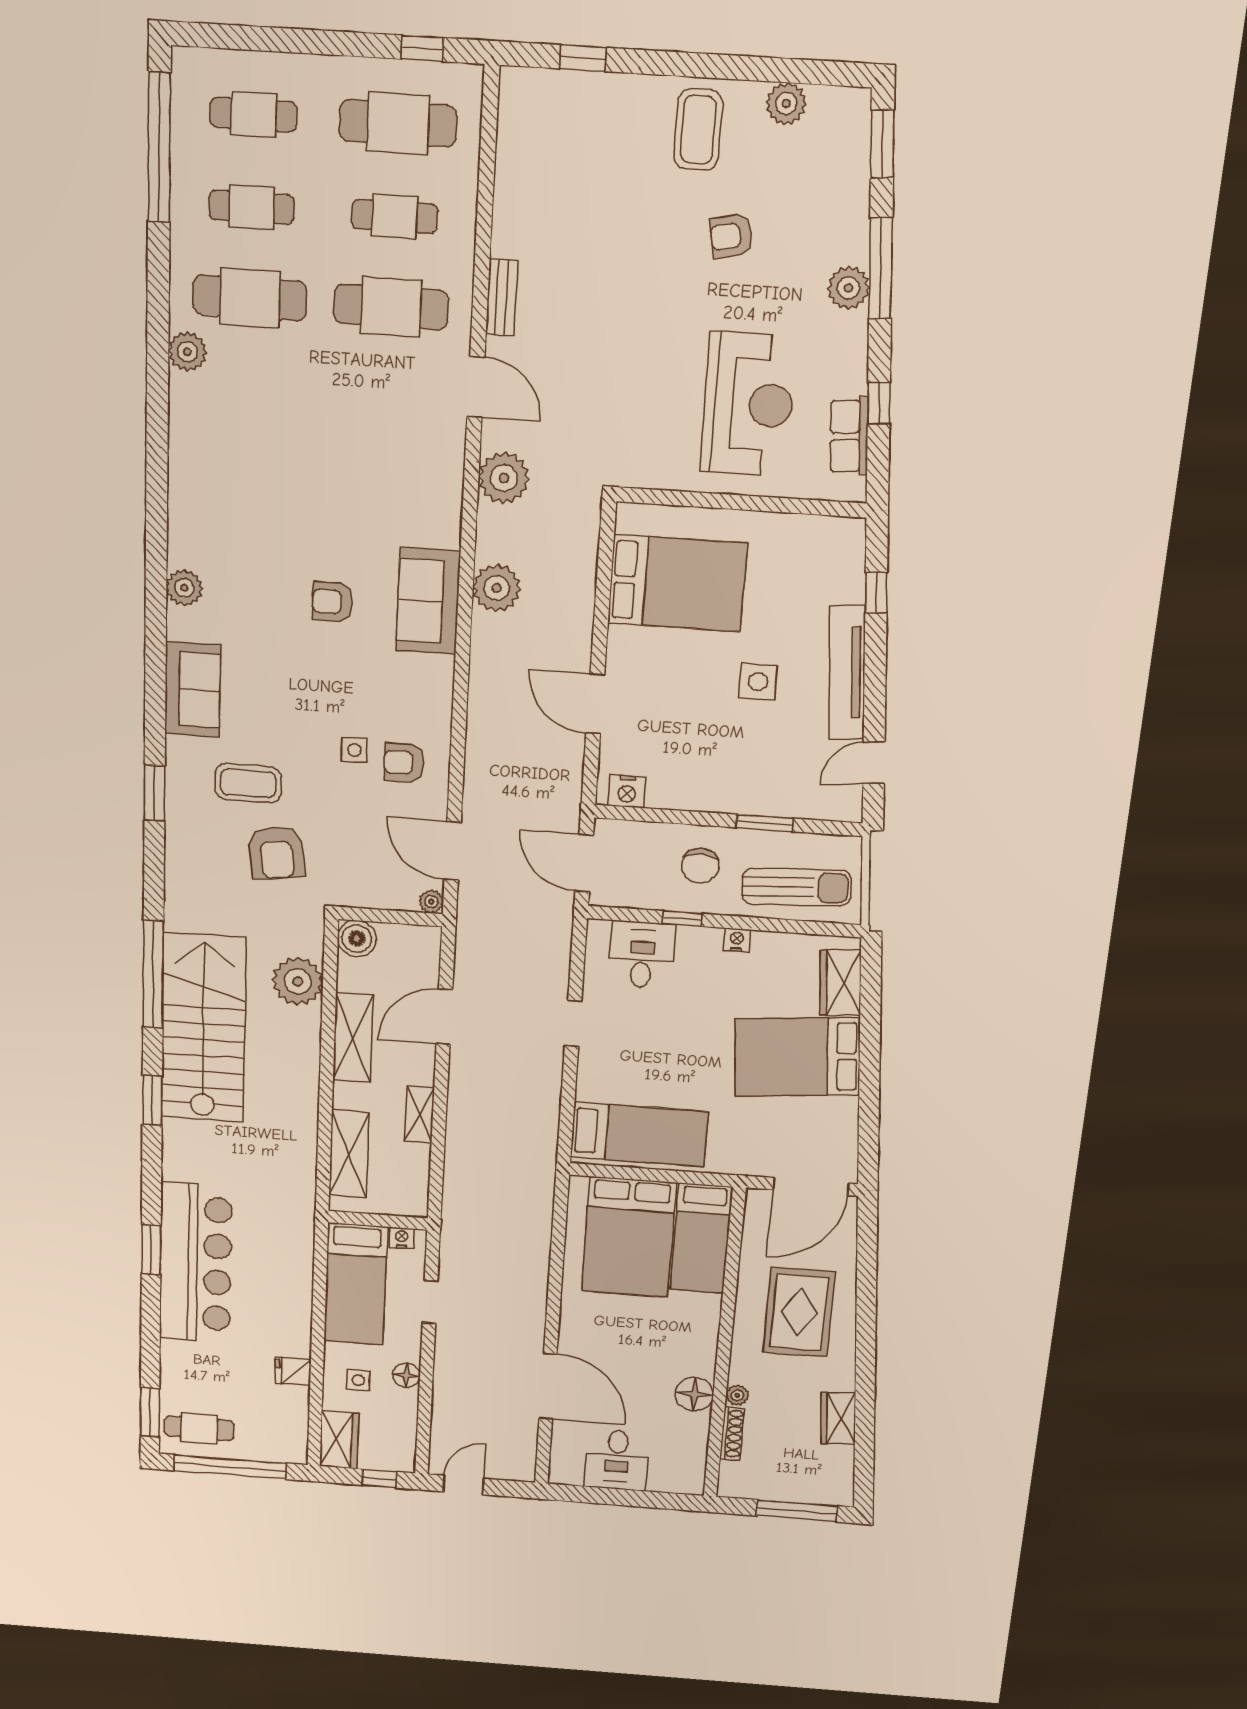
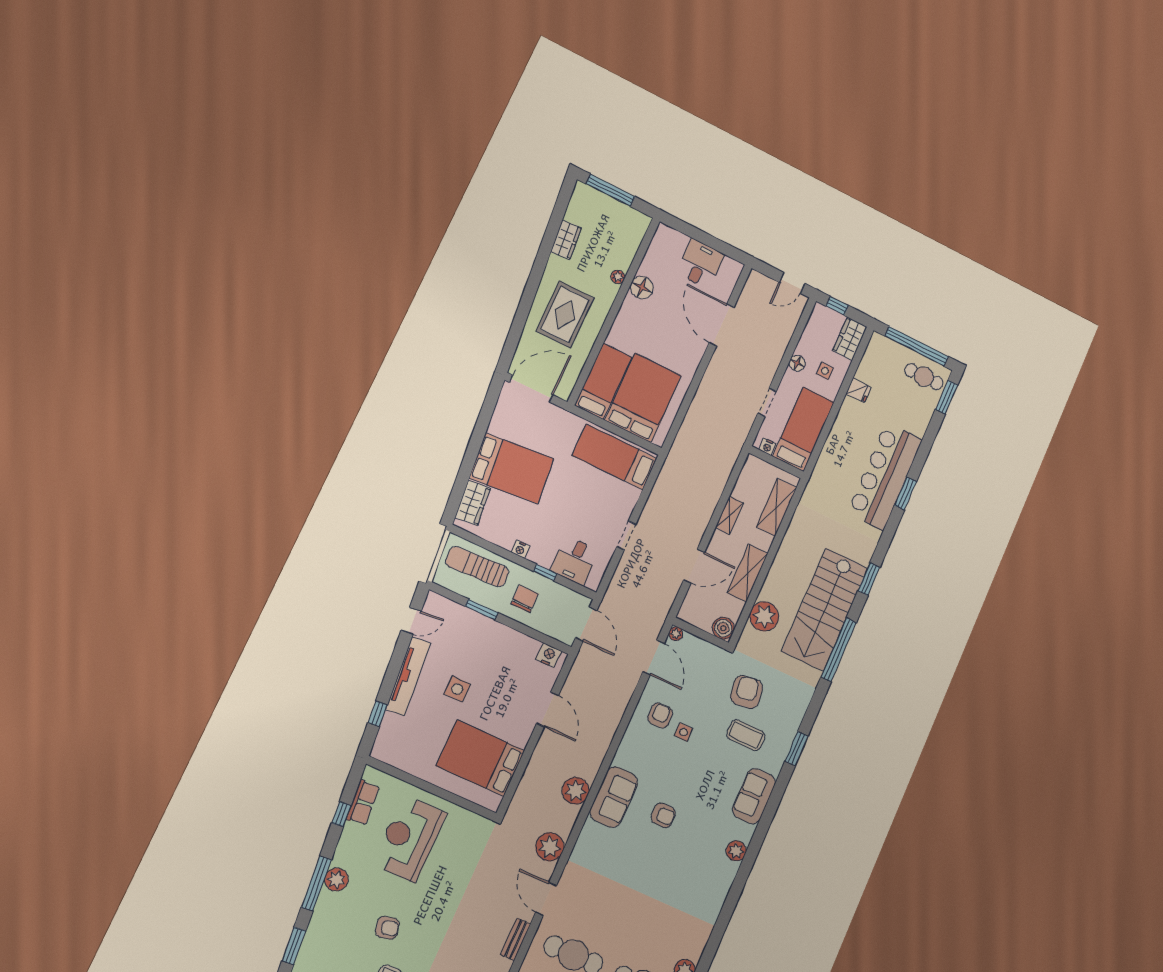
armchair: (404, 763) -> (660, 716), turned -89
shoe rack: (732, 1434) -> (629, 254), removed

